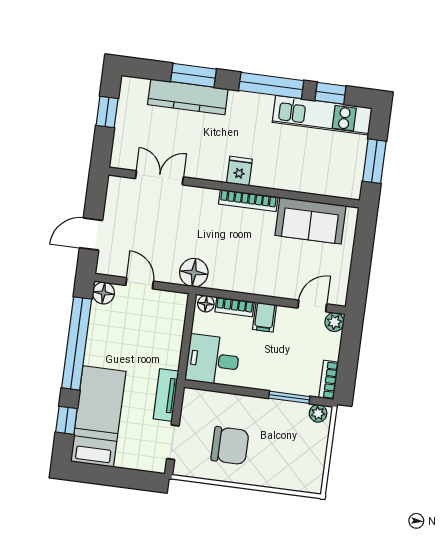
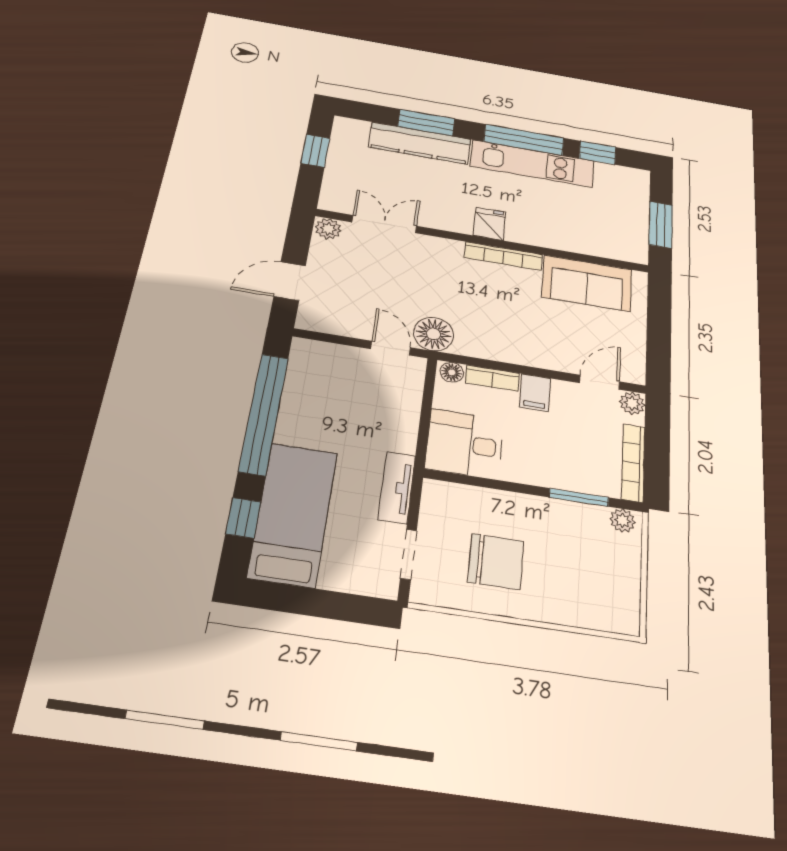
kitchen unit: (322, 115) -> (532, 164), moved
plant: (118, 185) -> (328, 229), added
door: (140, 283) -> (391, 348), moved
floor lamp: (103, 293) -> (305, 352), removed
bookcase: (329, 380) -> (633, 463), width x1.56

